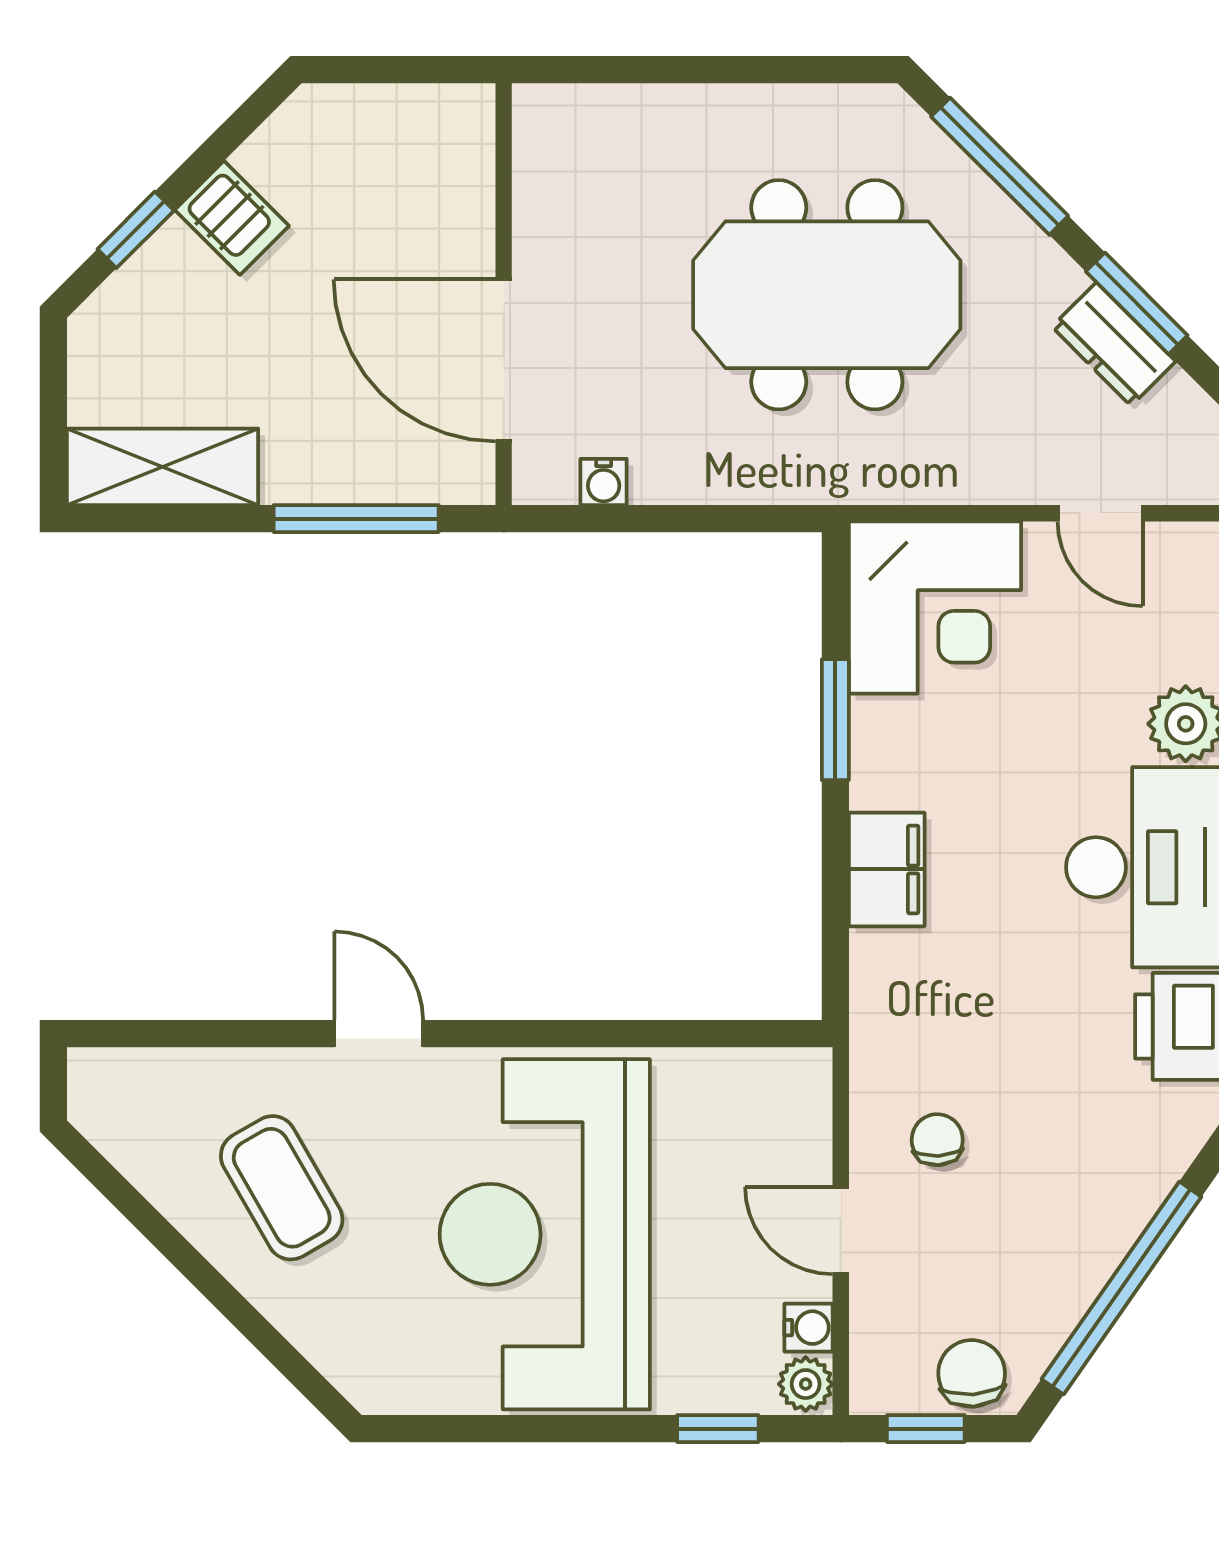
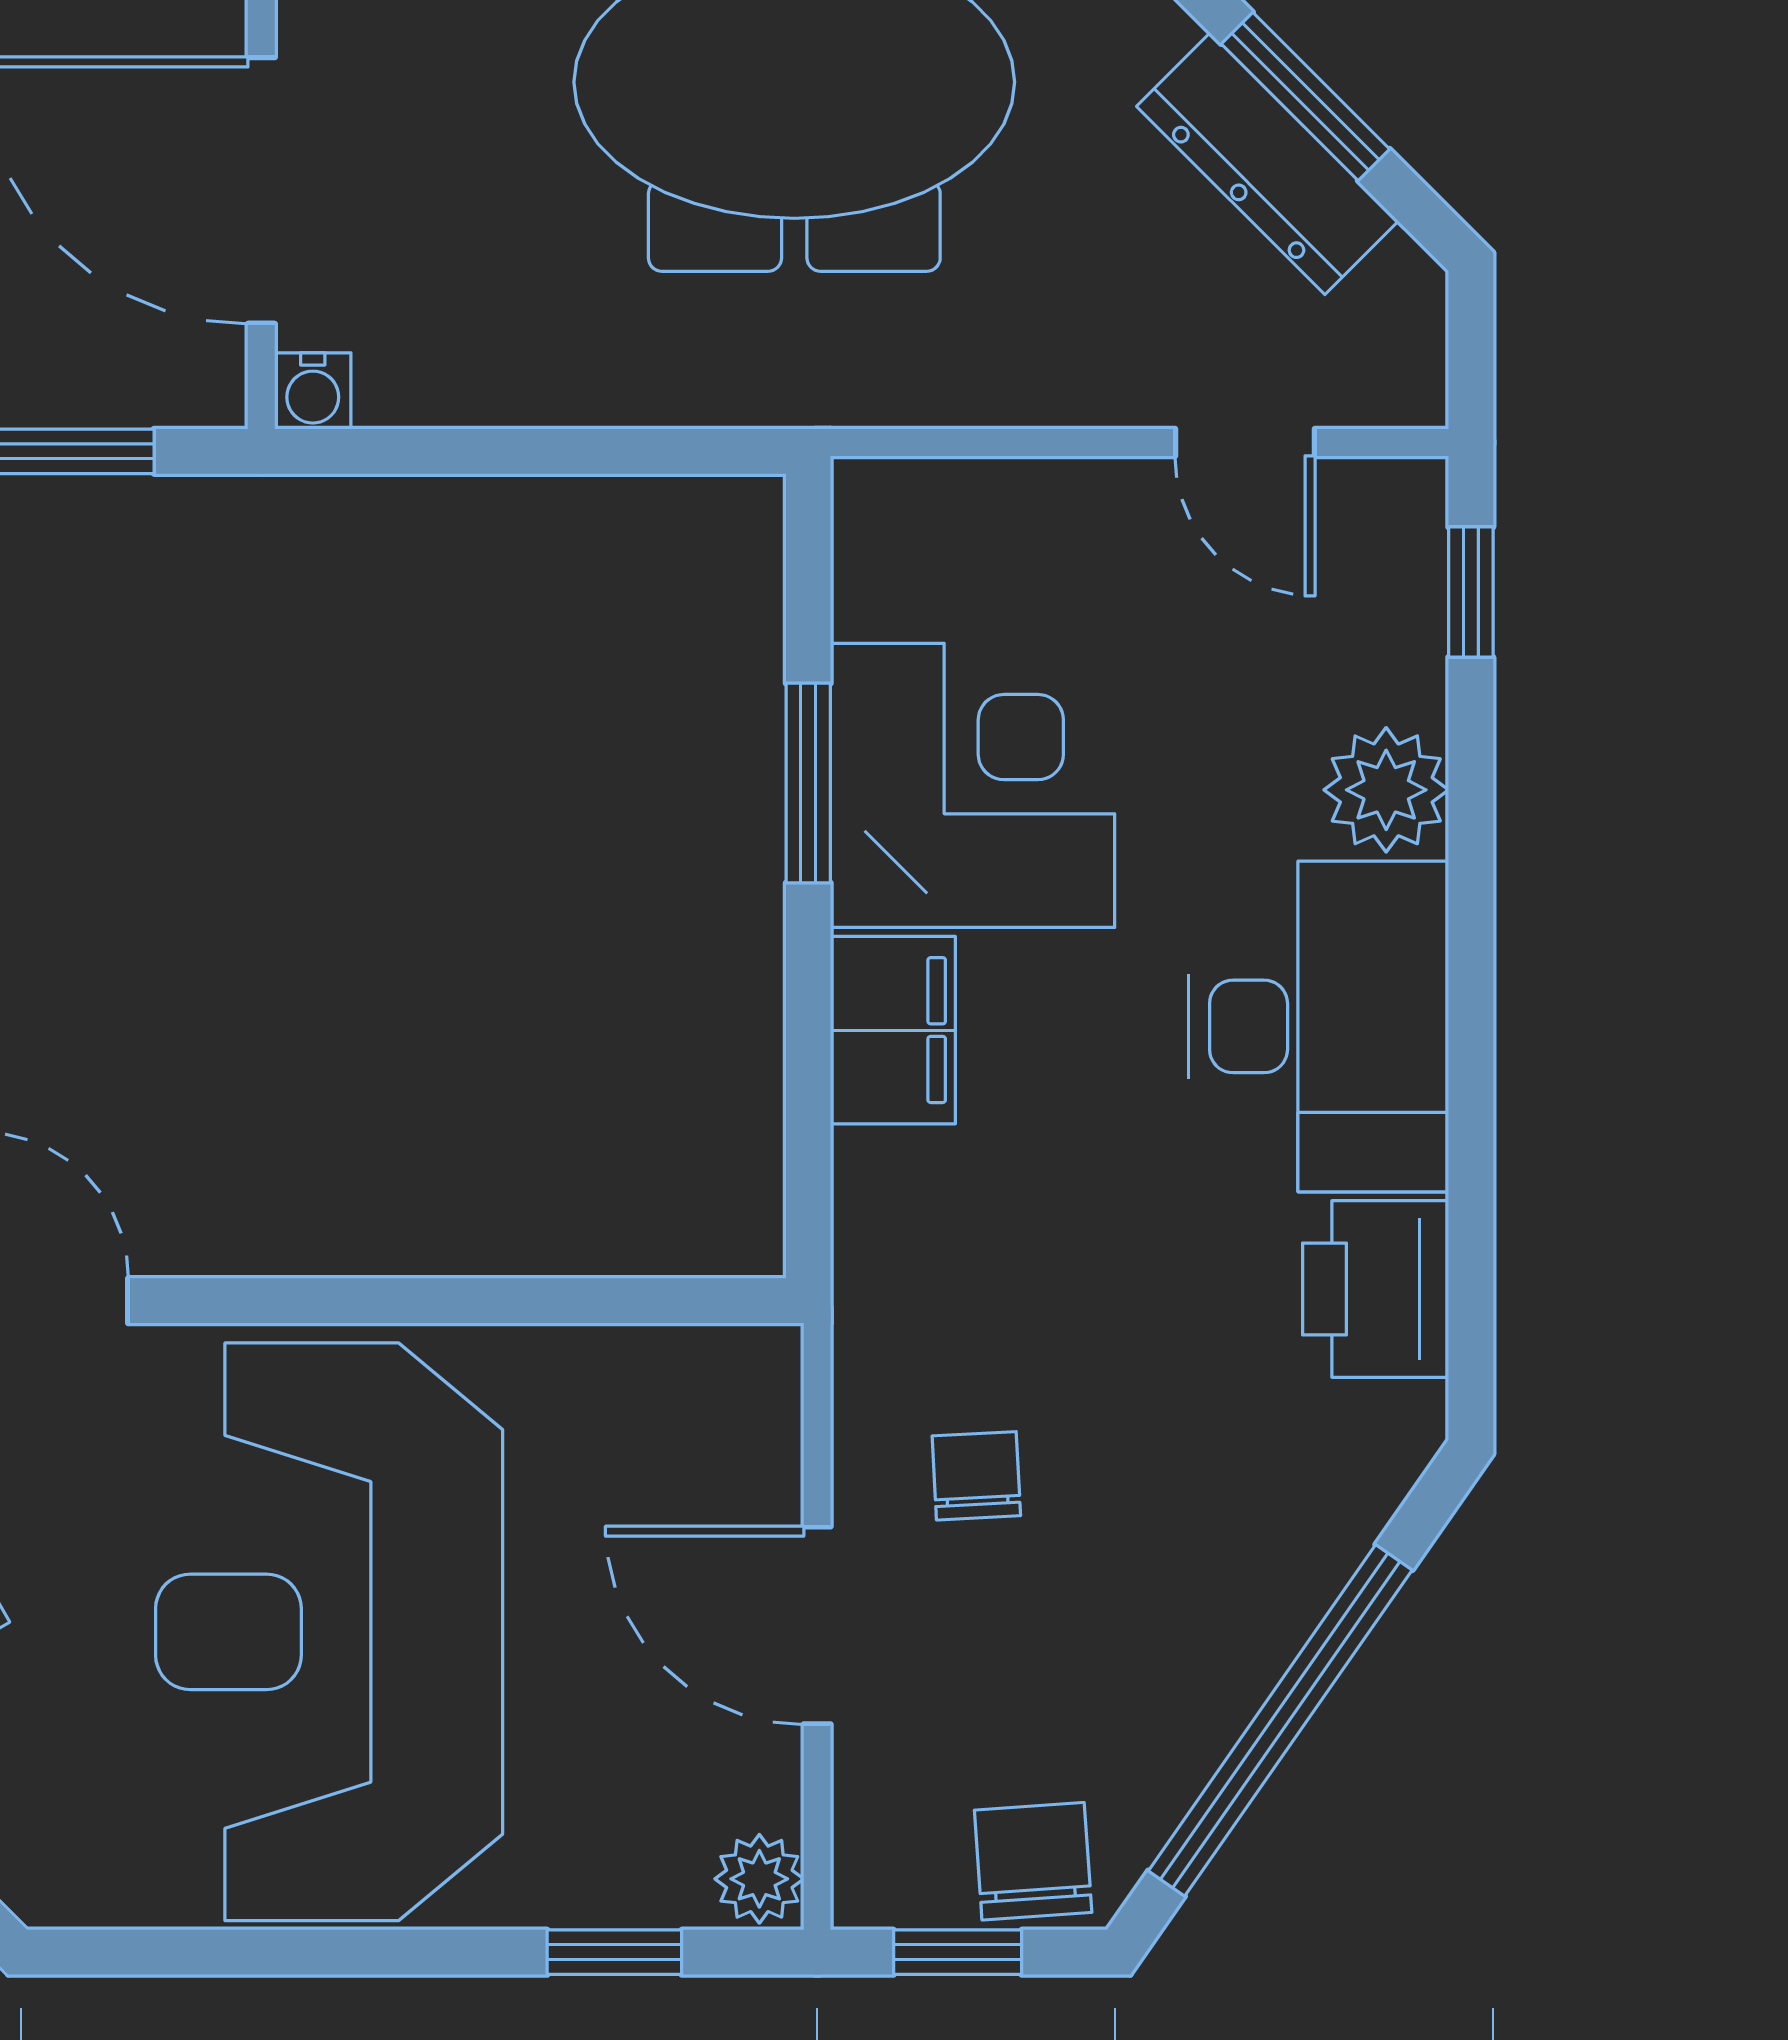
dresser: (1114, 344) -> (1267, 164), width x1.44
water cooler: (604, 482) -> (313, 391), moved
corner desk: (935, 607) -> (973, 785), moved, turned -90
door: (841, 1230) -> (817, 1625), width x1.38
water cooler: (809, 1328) -> (764, 1786), removed

